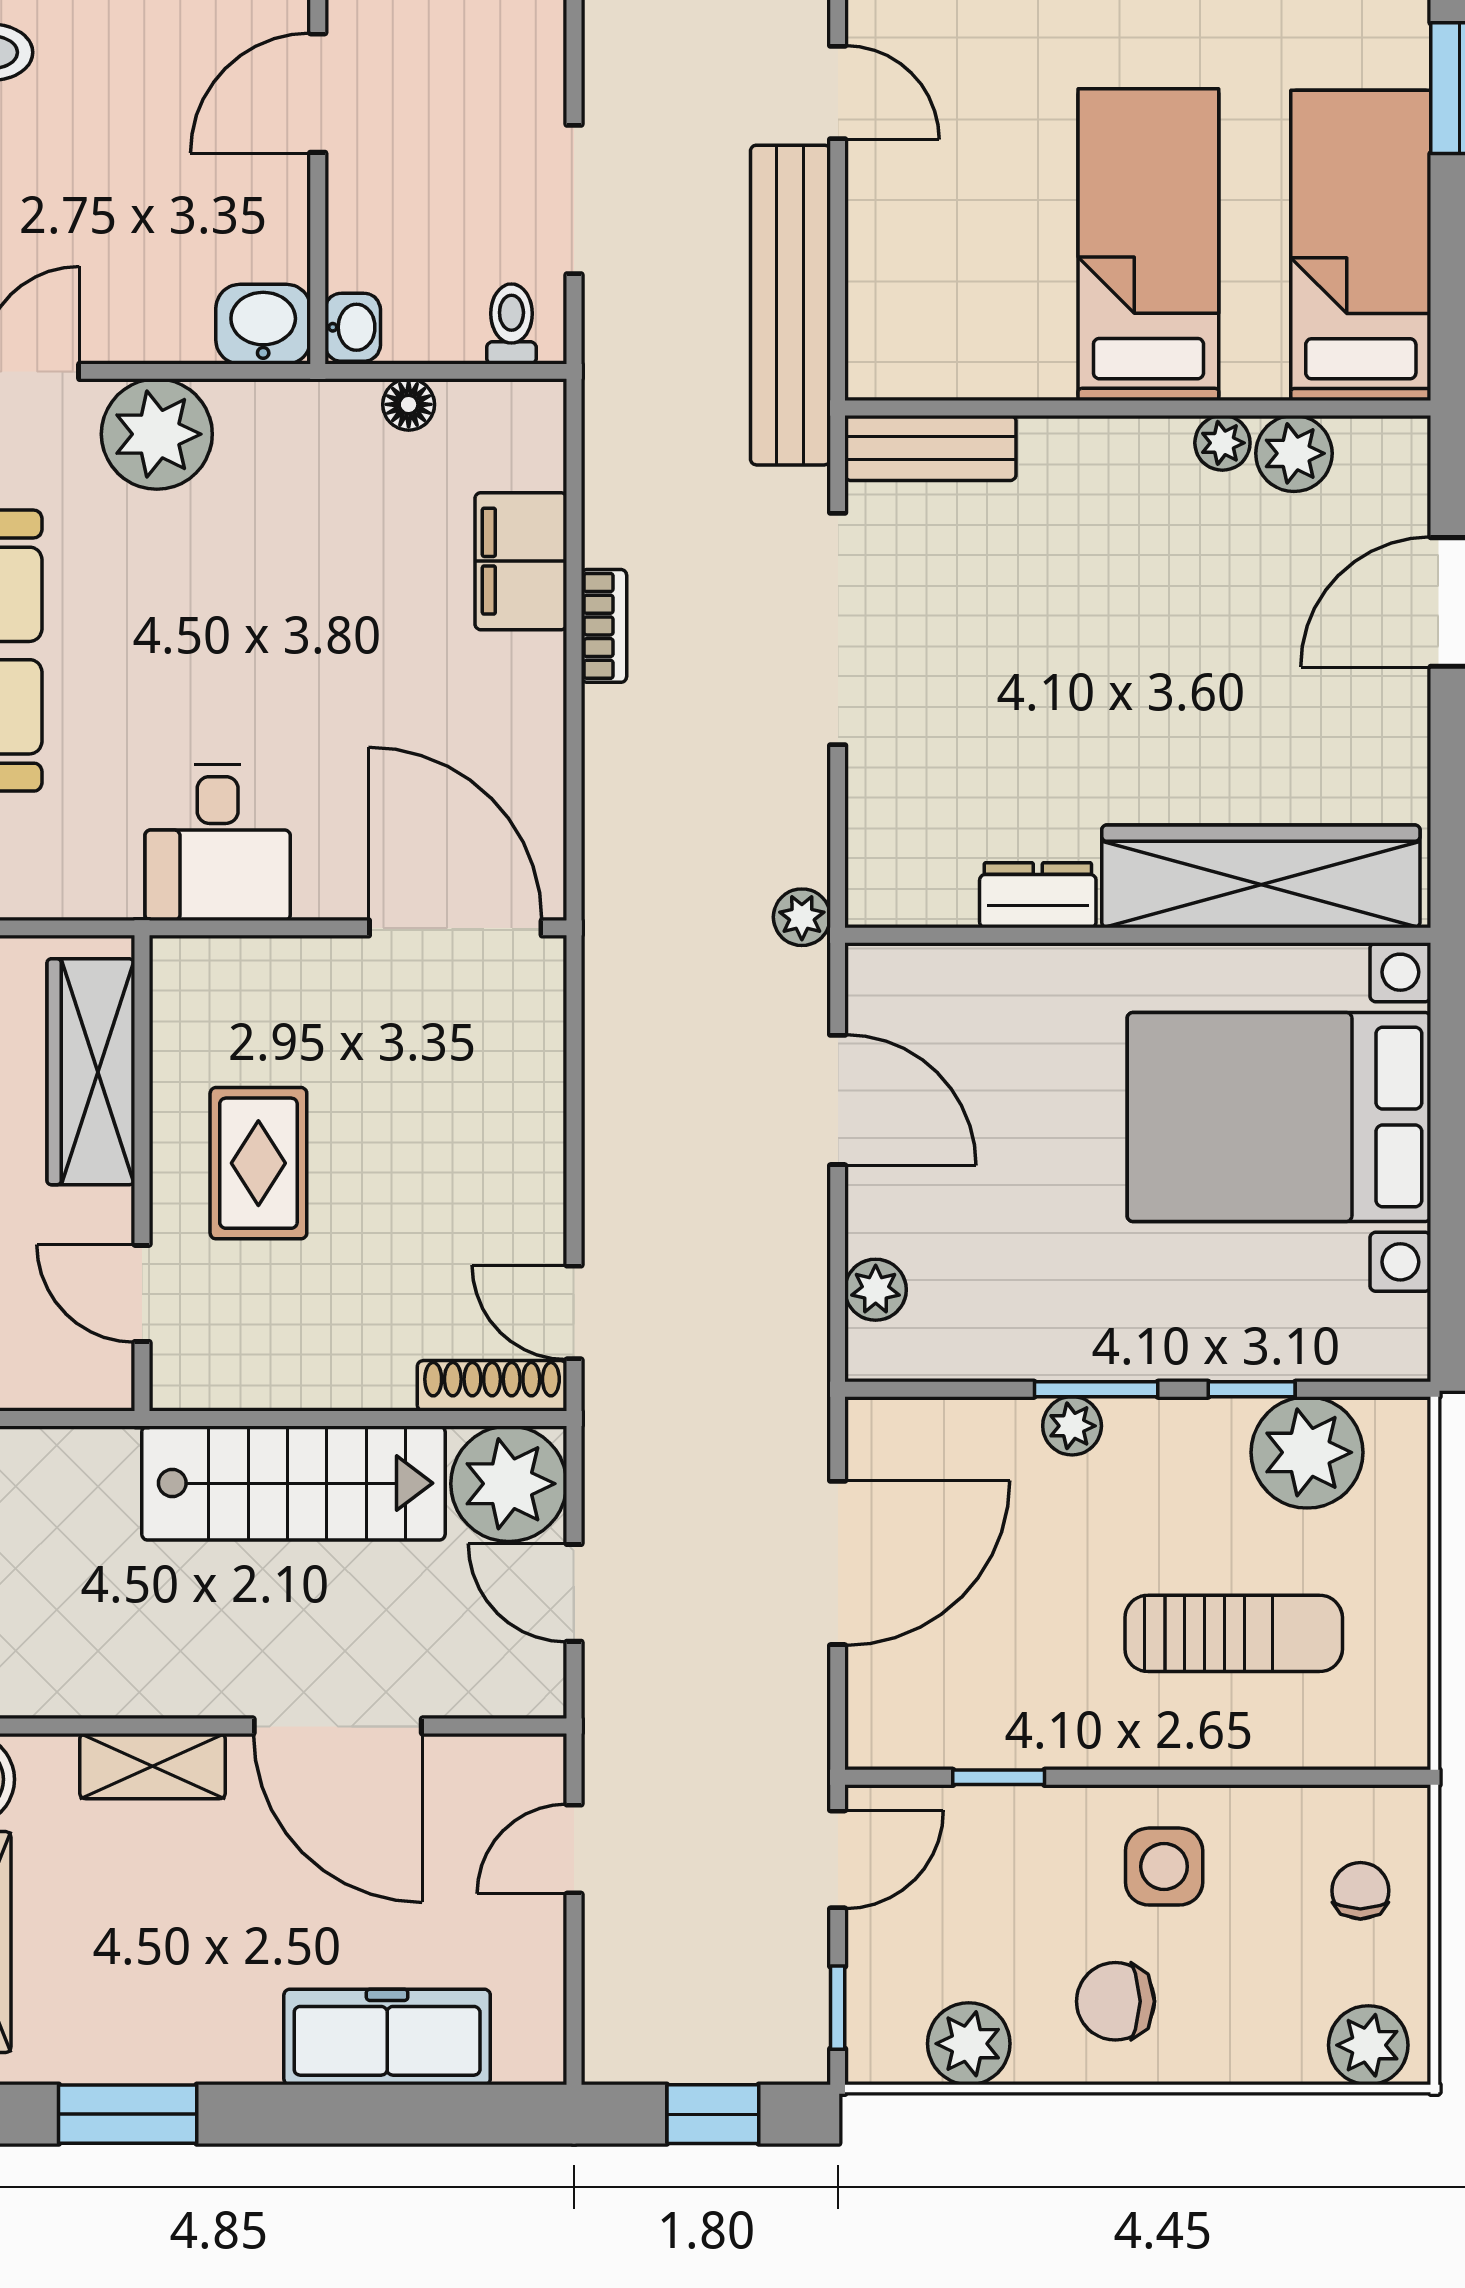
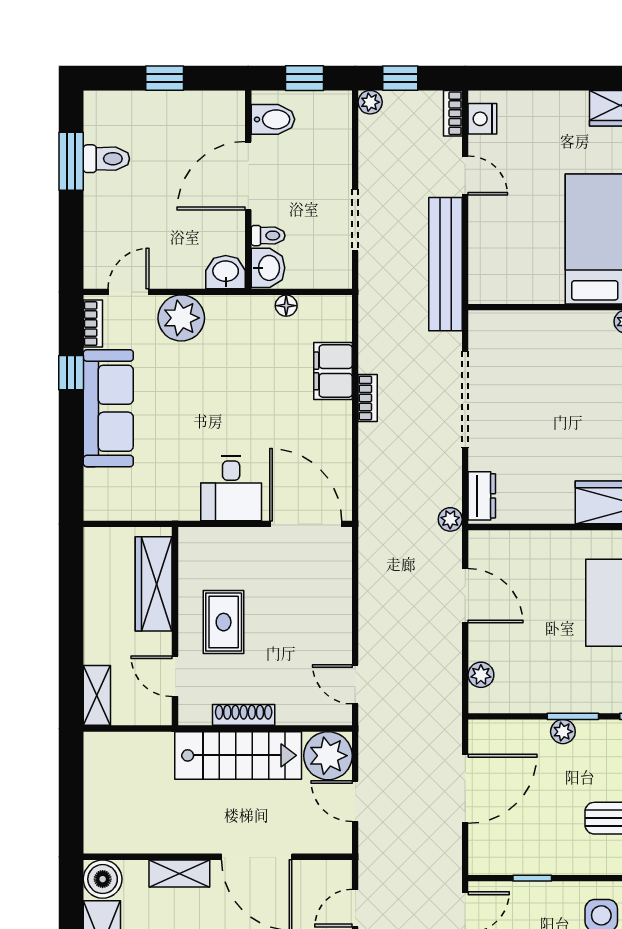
door: (318, 93) -> (248, 176), width x1.36
toilet: (511, 324) -> (268, 236), moved, turned 90
washbasin: (353, 327) -> (268, 268), width x1.38, depth x1.45
bench: (930, 448) -> (504, 324), removed
desk: (218, 842) -> (231, 488), moved
dresser: (1038, 895) -> (482, 496), moved, turned 90
shoe rack: (492, 1386) -> (244, 715), moved

